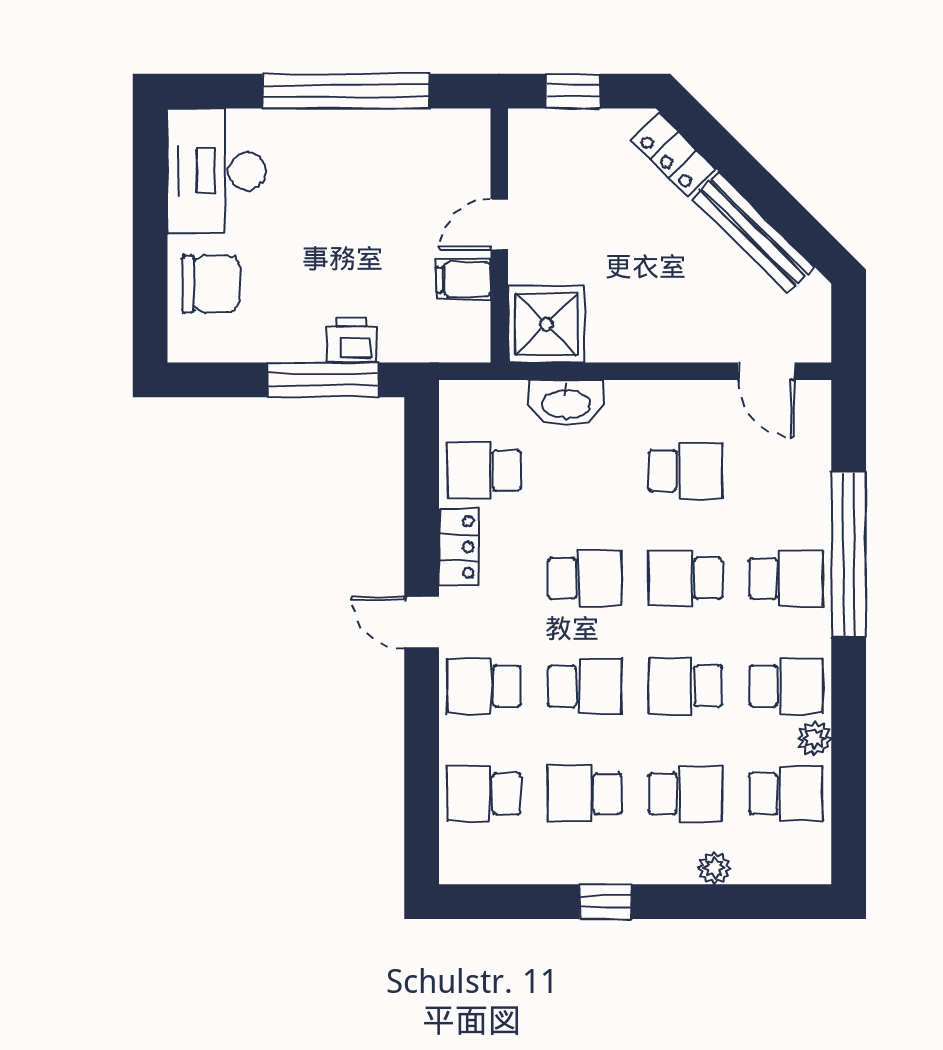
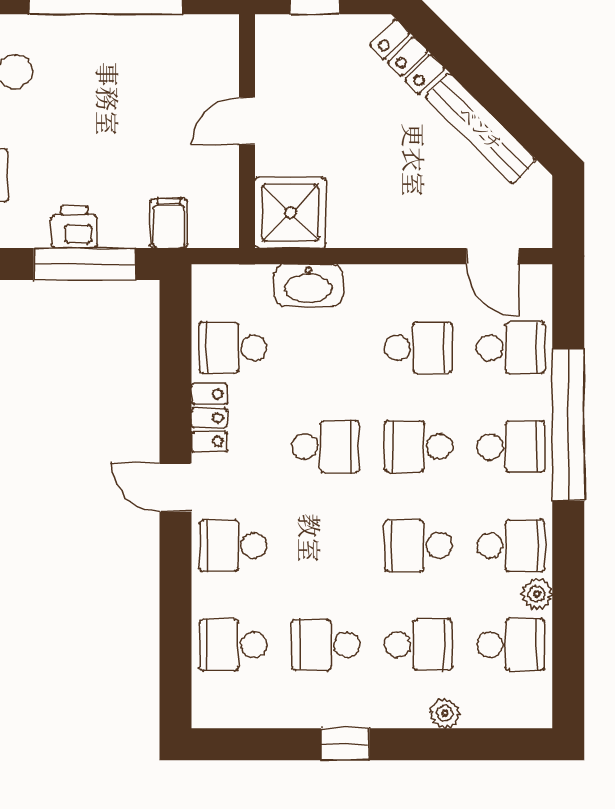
filing cabinet: (464, 279) -> (169, 223), moved, turned 90
printer: (351, 340) -> (74, 227), moved
school desk: (585, 686) -> (511, 348), moved

